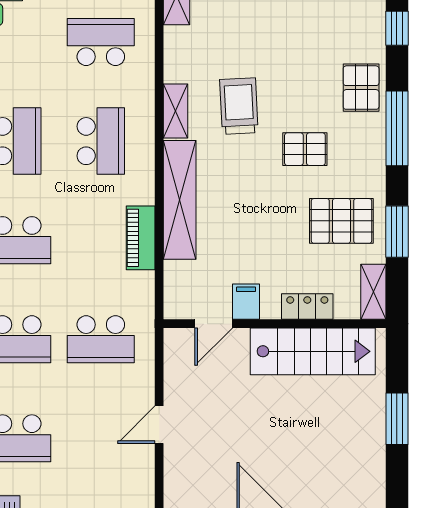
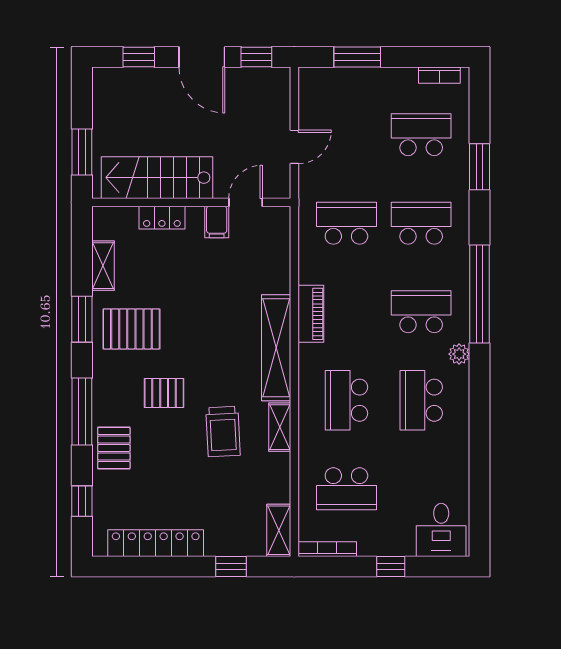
filing cabinet: (246, 302) -> (217, 222), moved
locker: (307, 306) -> (162, 218), moved
door: (214, 324) -> (246, 202), moved
wall: (275, 324) -> (191, 202), moved
stairs: (313, 351) -> (157, 178), moved

